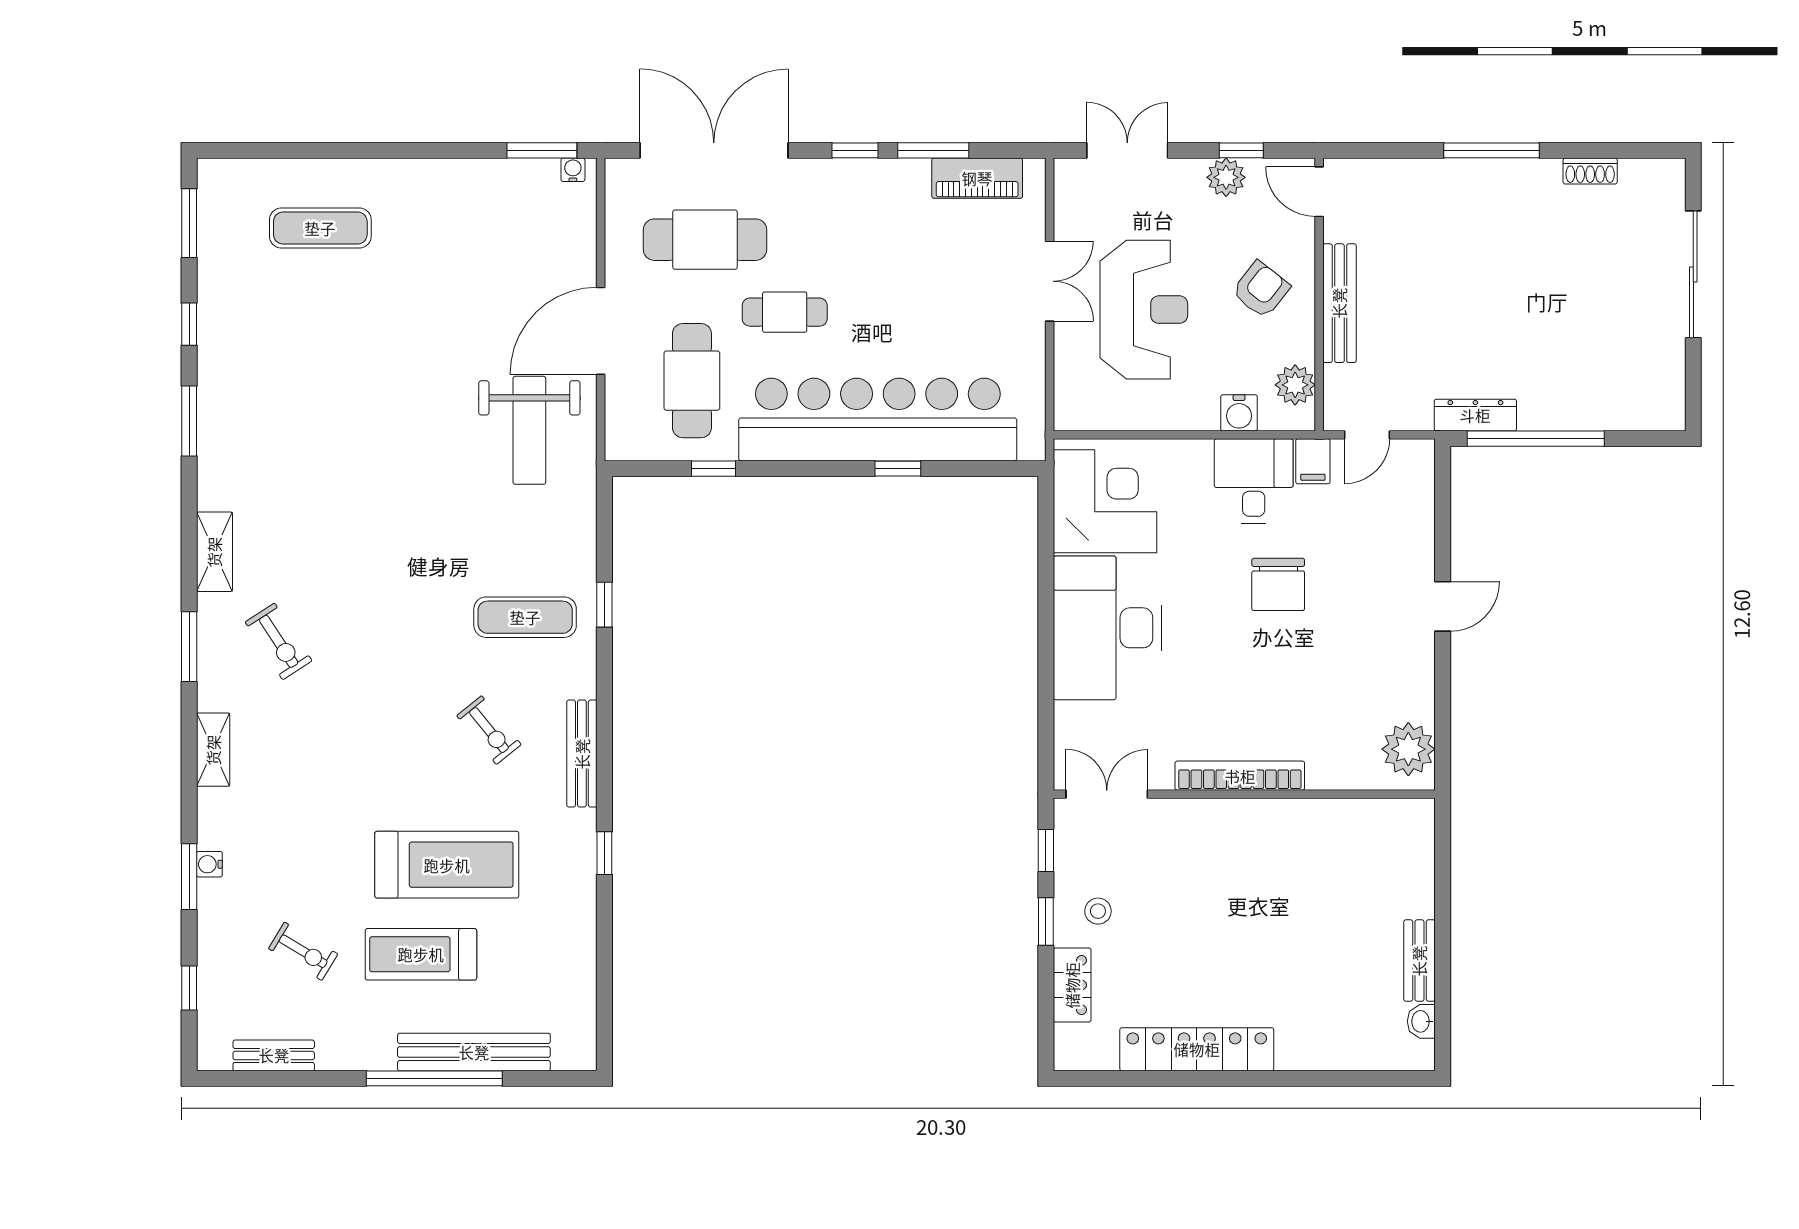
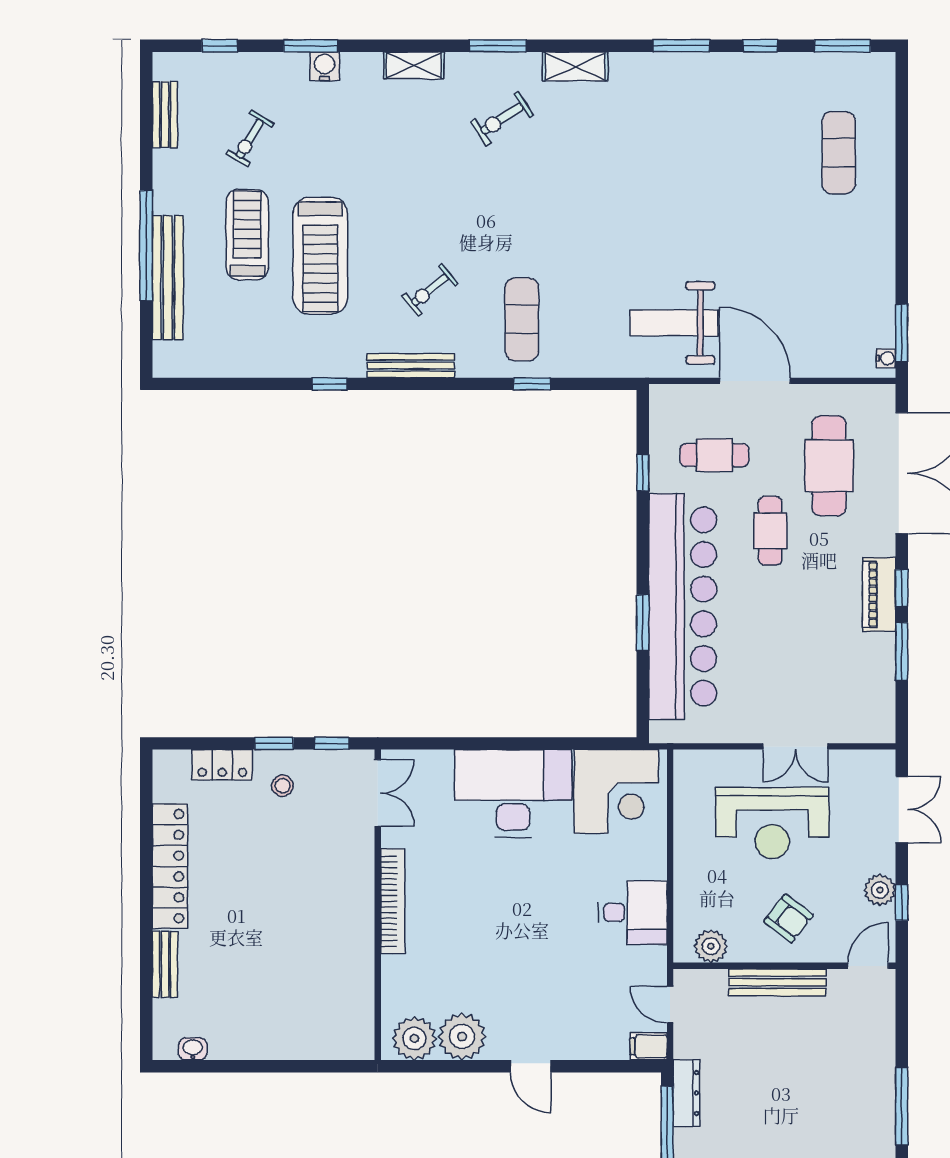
piano: (977, 178) -> (879, 594), moved
cafe table: (692, 381) -> (714, 455), width x0.73, depth x0.74
water cooler: (1239, 413) -> (688, 901), removed
filing cabinet: (1313, 461) -> (649, 1046), moved
window: (898, 469) -> (643, 623), width x1.50
chair: (1278, 584) -> (548, 932), removed
plant: (1406, 690) -> (462, 1037), added
water cooler: (209, 864) -> (325, 66), width x1.38, depth x1.38
bench: (1419, 961) -> (165, 964), moved, turned 90

